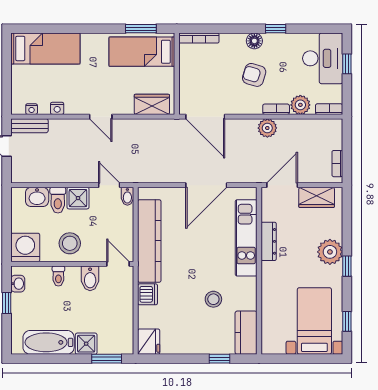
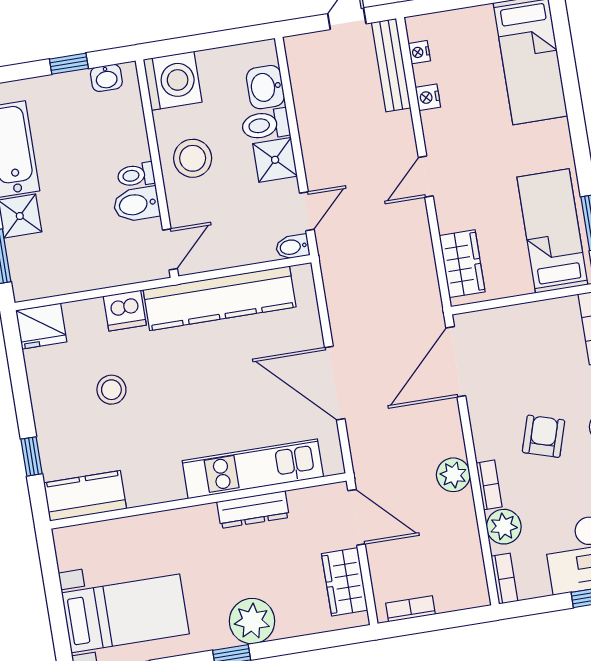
bench: (29, 126) -> (391, 65), width x1.36
toilet: (58, 276) -> (136, 175), moved
stool: (213, 299) -> (111, 390), moved

